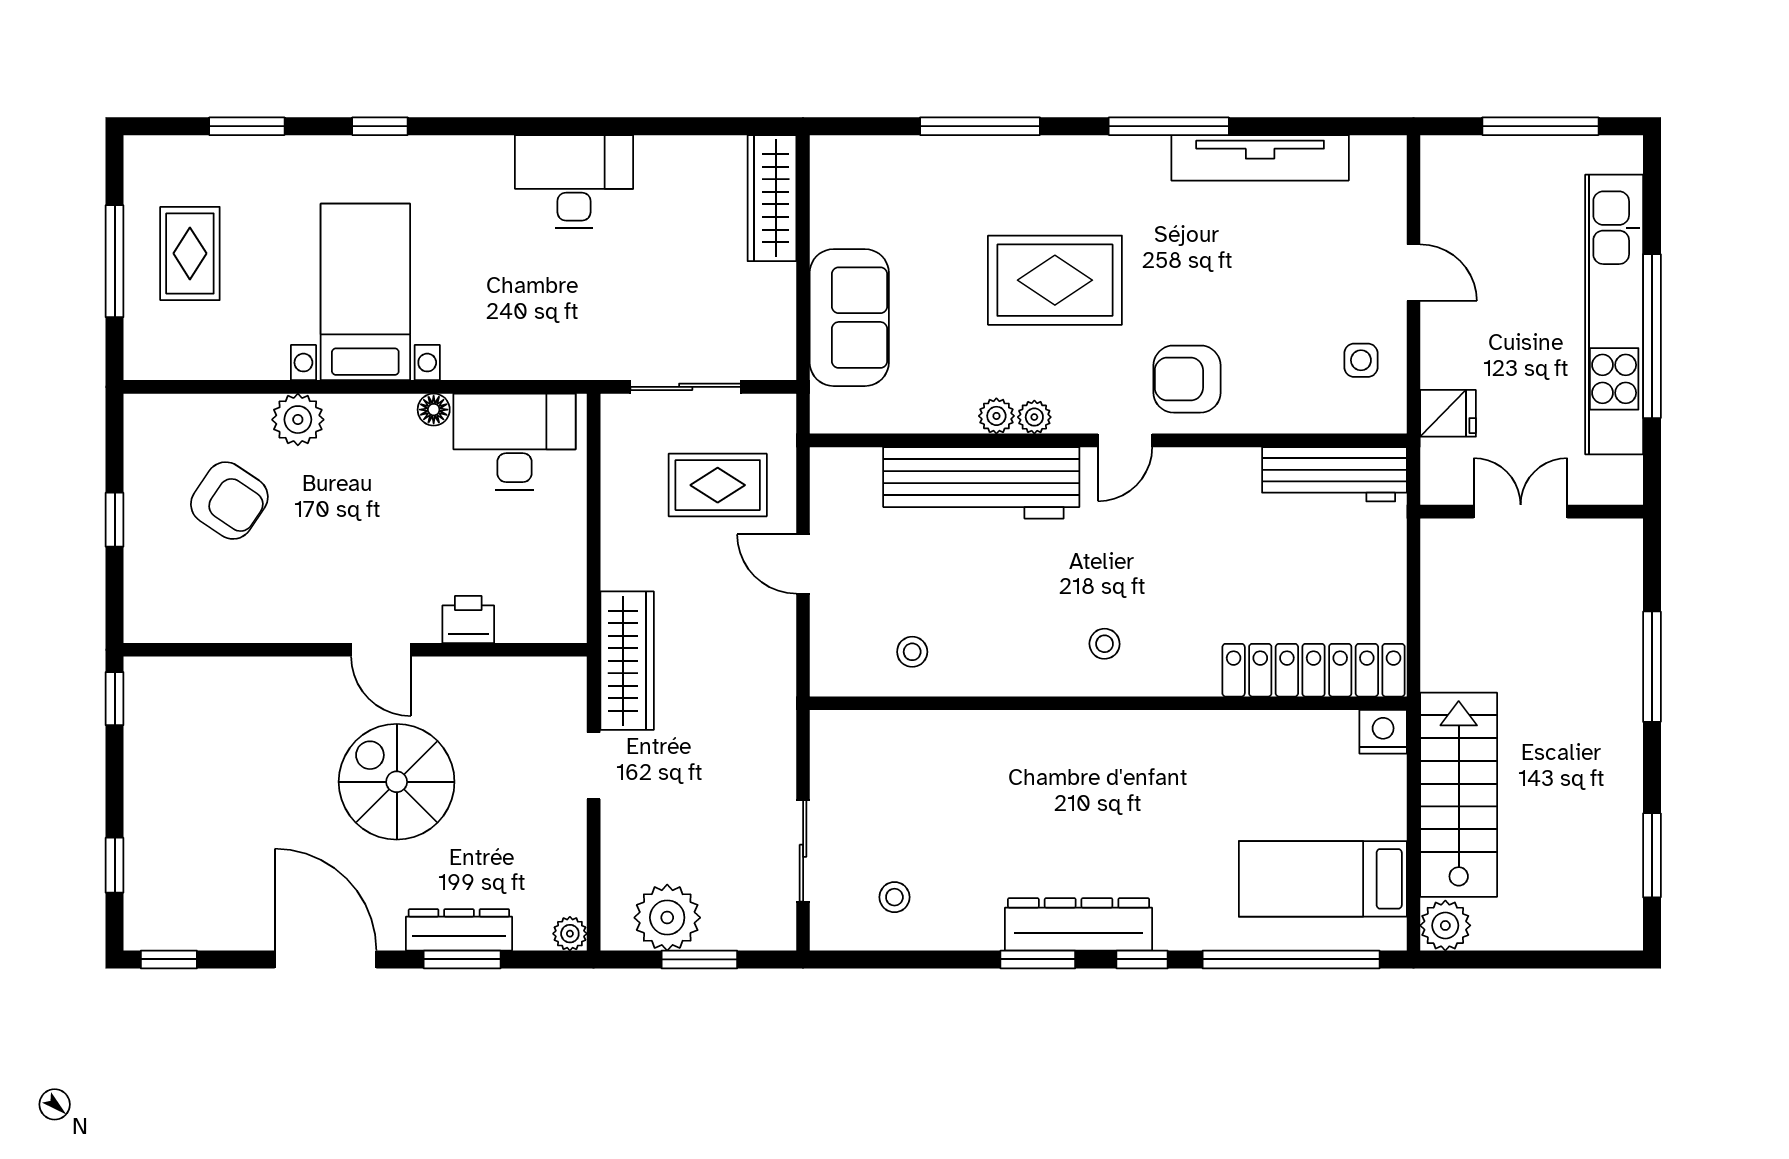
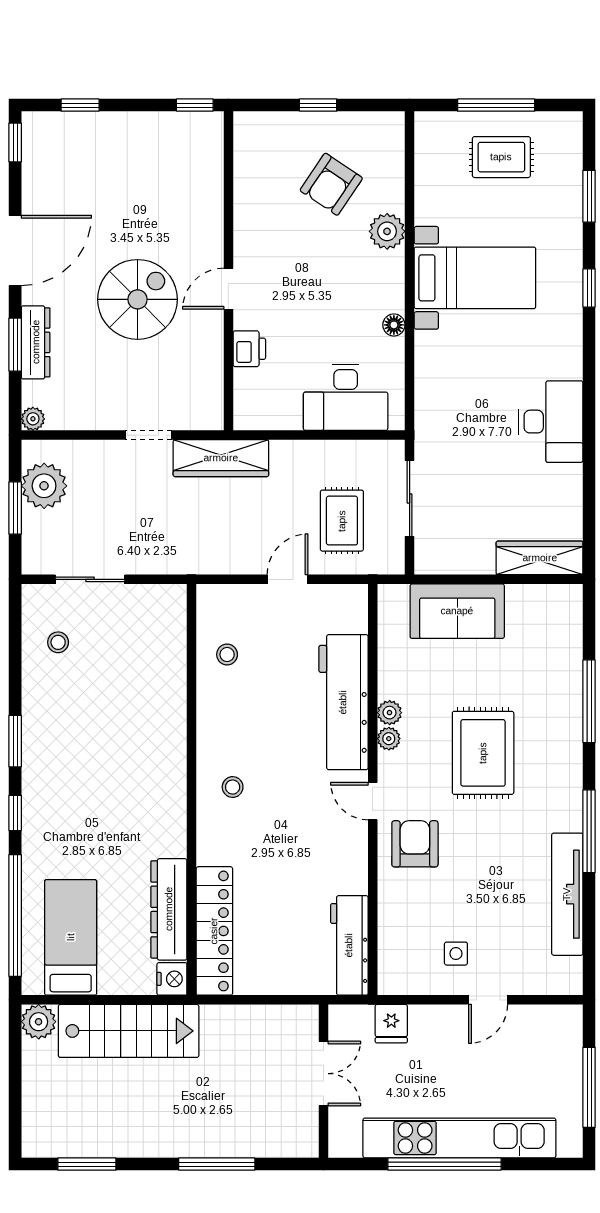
side table: (1361, 360) -> (456, 954), moved
desk: (514, 442) -> (346, 397), moved, turned 90
dresser: (1079, 924) -> (169, 909), moved, turned 180

